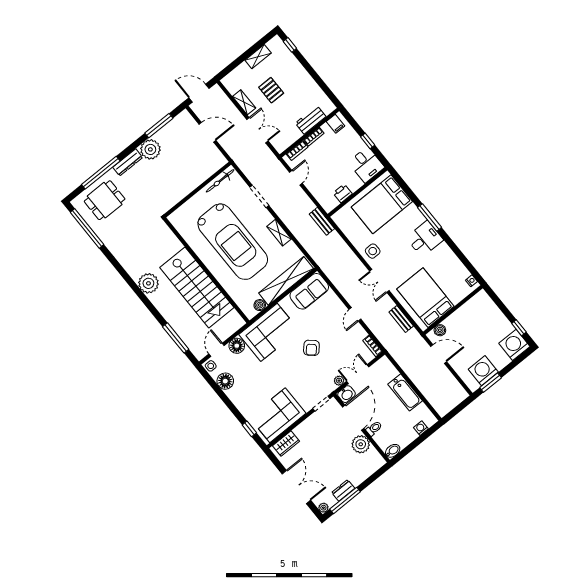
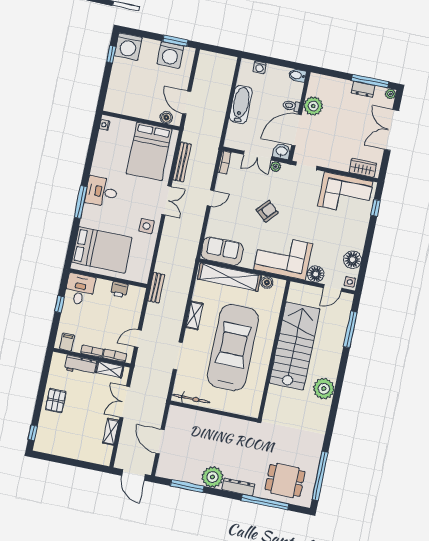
shelving: (258, 57) -> (110, 369), moved
pallet: (271, 90) -> (56, 401), moved
bench: (401, 319) -> (182, 162), width x1.36

